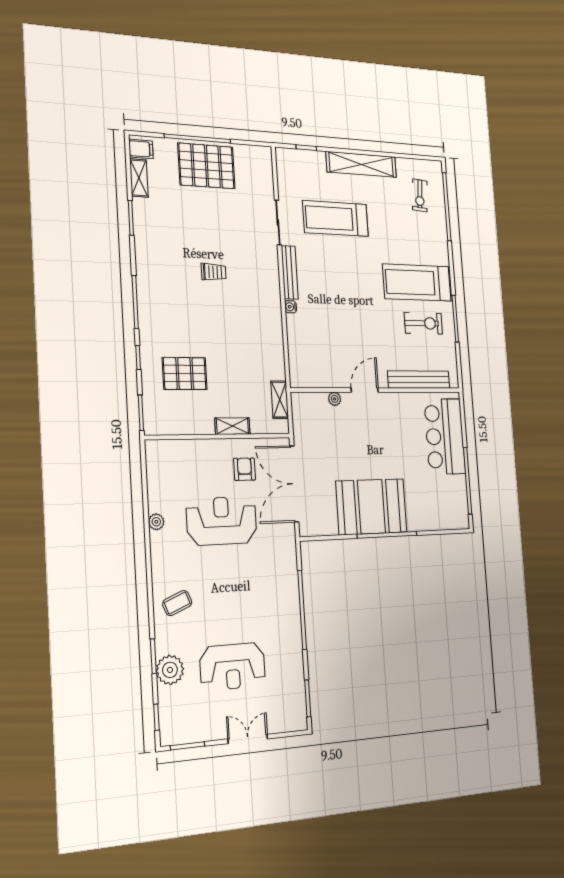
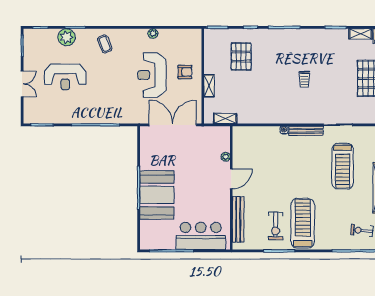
treadmill: (336, 219) -> (343, 166), turned 180
door: (365, 390) -> (231, 179), hinge flipped
armchair: (245, 469) -> (185, 72), moved
booth: (372, 507) -> (157, 195), moved
reception desk: (222, 521) -> (152, 75), turned 180
reception desk: (233, 666) -> (65, 77), turned -90

